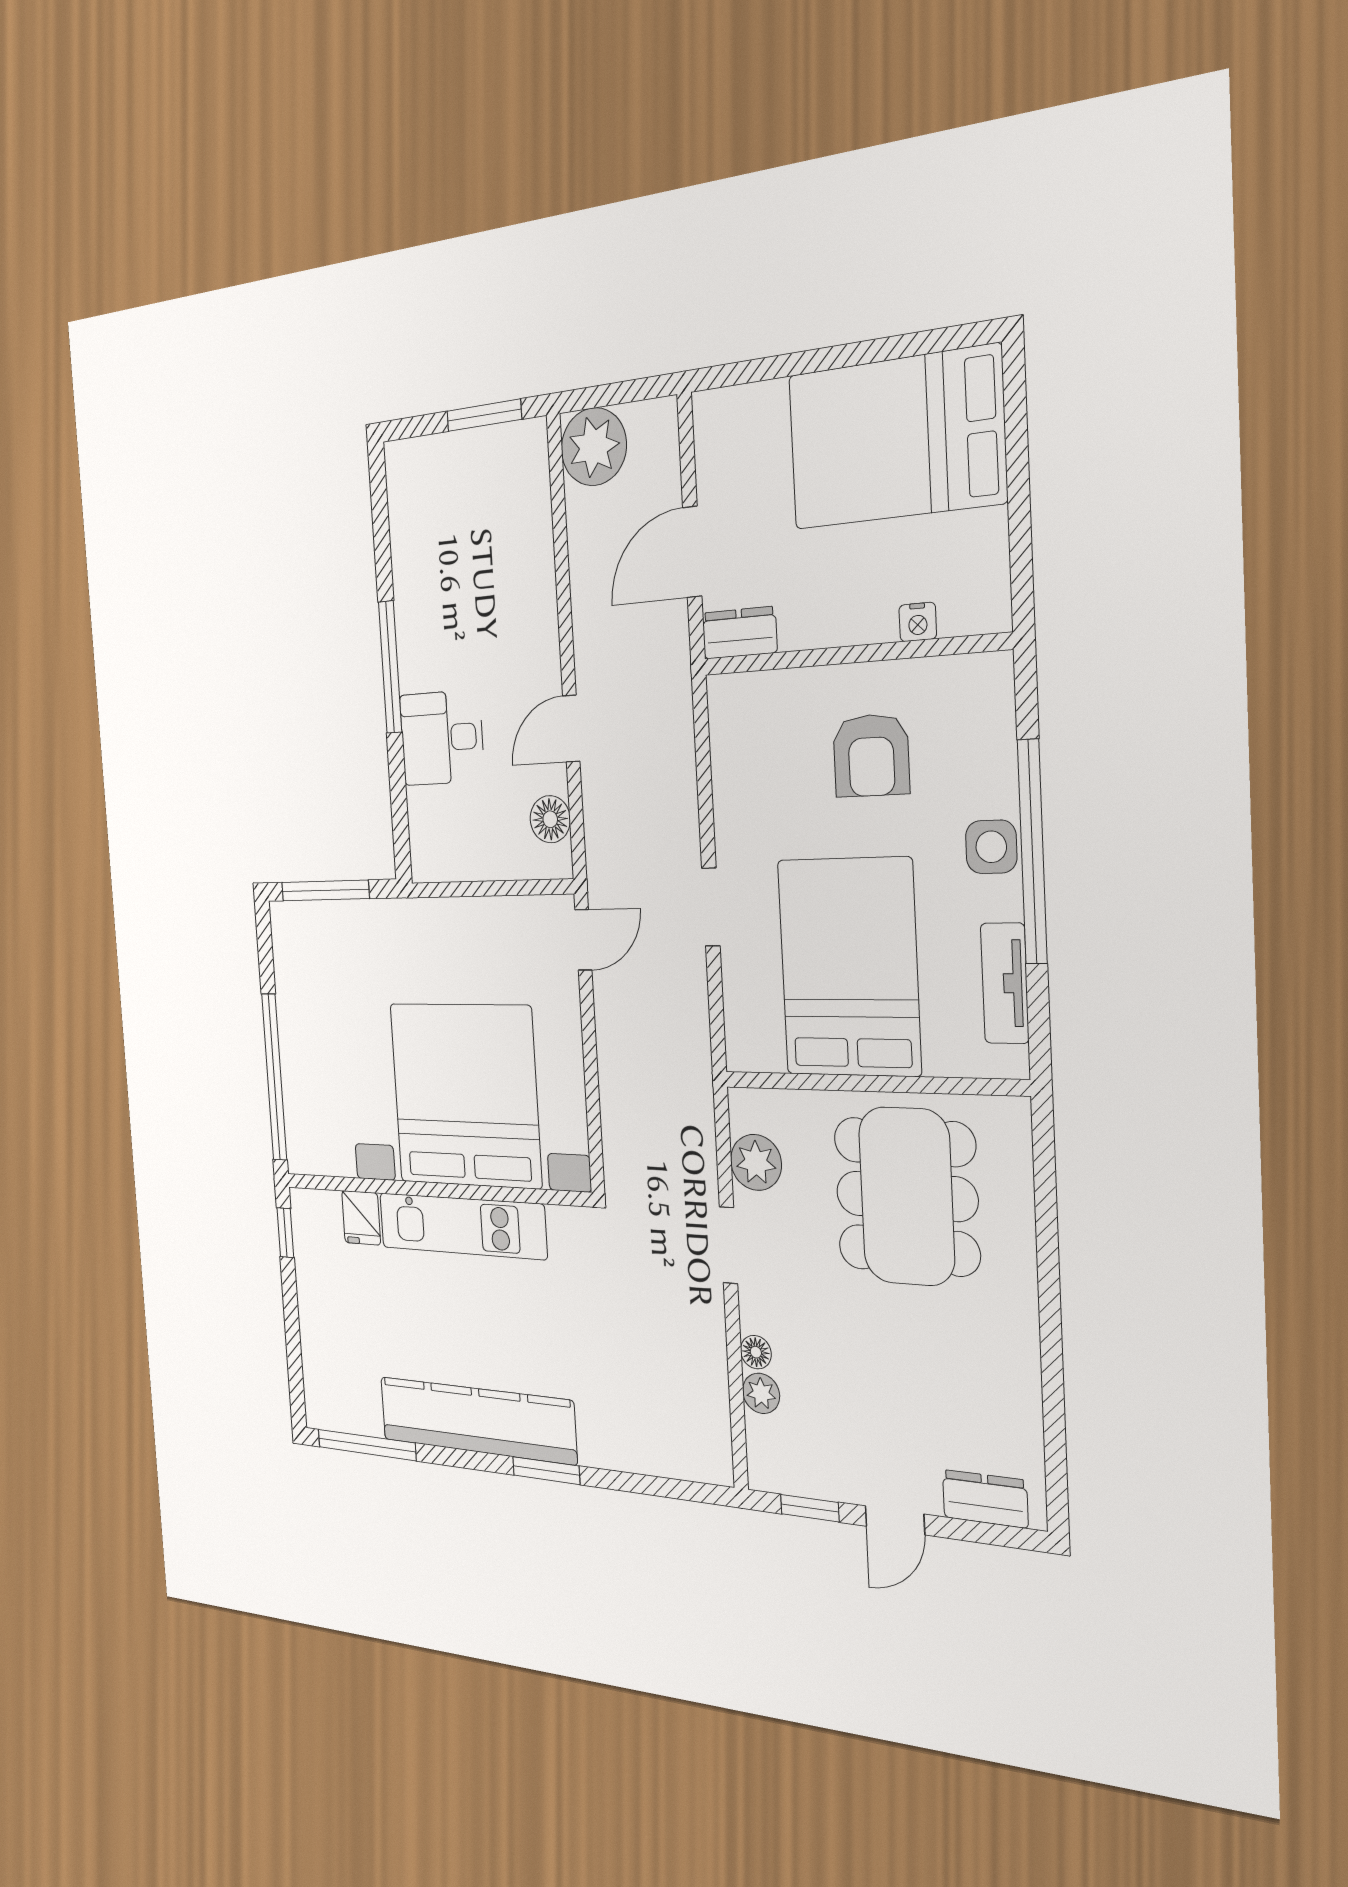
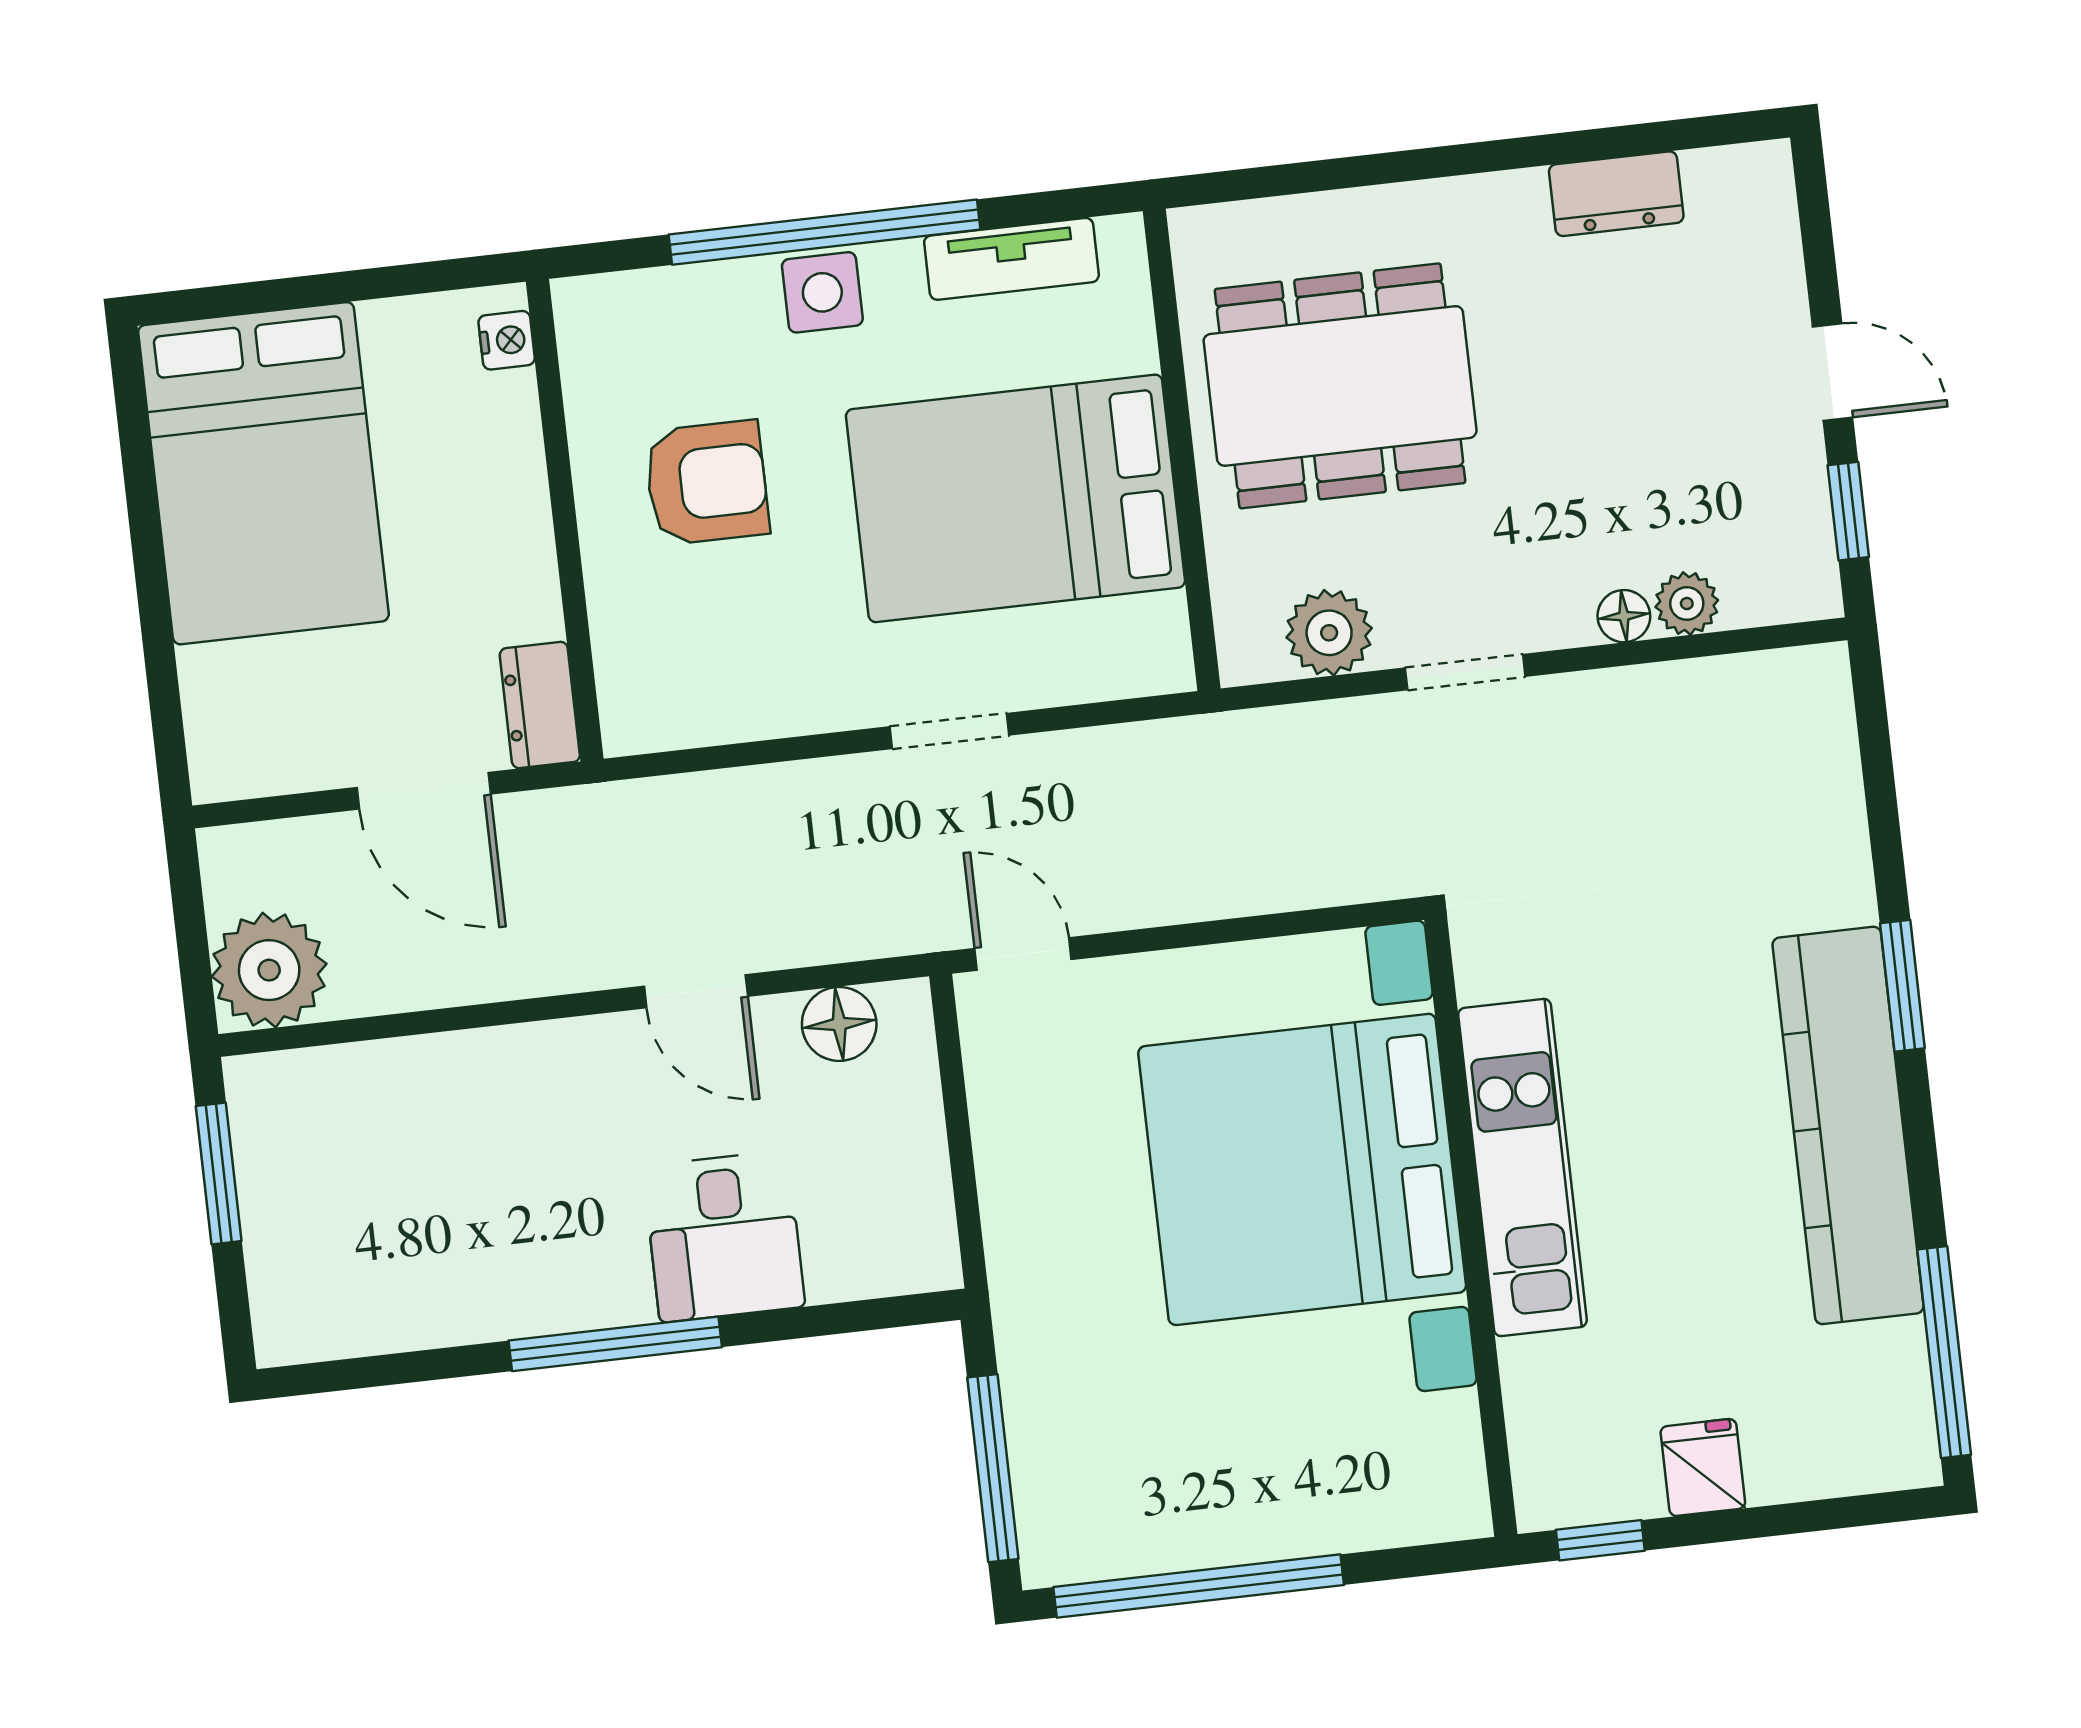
nightstand: (918, 622) -> (507, 340), moved
window: (274, 1077) -> (1199, 1586), moved
fridge: (361, 1218) -> (1703, 1467), moved, turned -90
dresser: (985, 1499) -> (1616, 194), moved, turned -90

